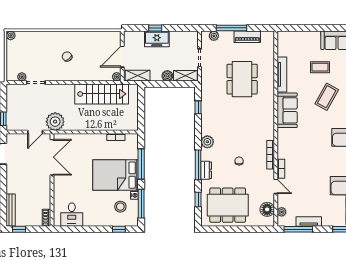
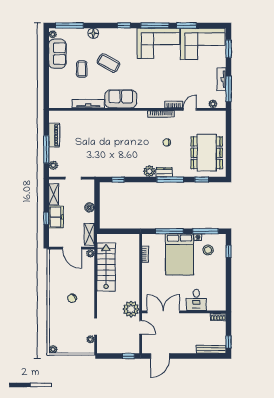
shelving: (185, 76) -> (54, 194), moved
dining table: (242, 79) -> (93, 140), removed
dresser: (206, 170) -> (164, 172), moved
floor lamp: (267, 209) -> (211, 117), removed
desk: (72, 215) -> (196, 300), moved, turned 90

